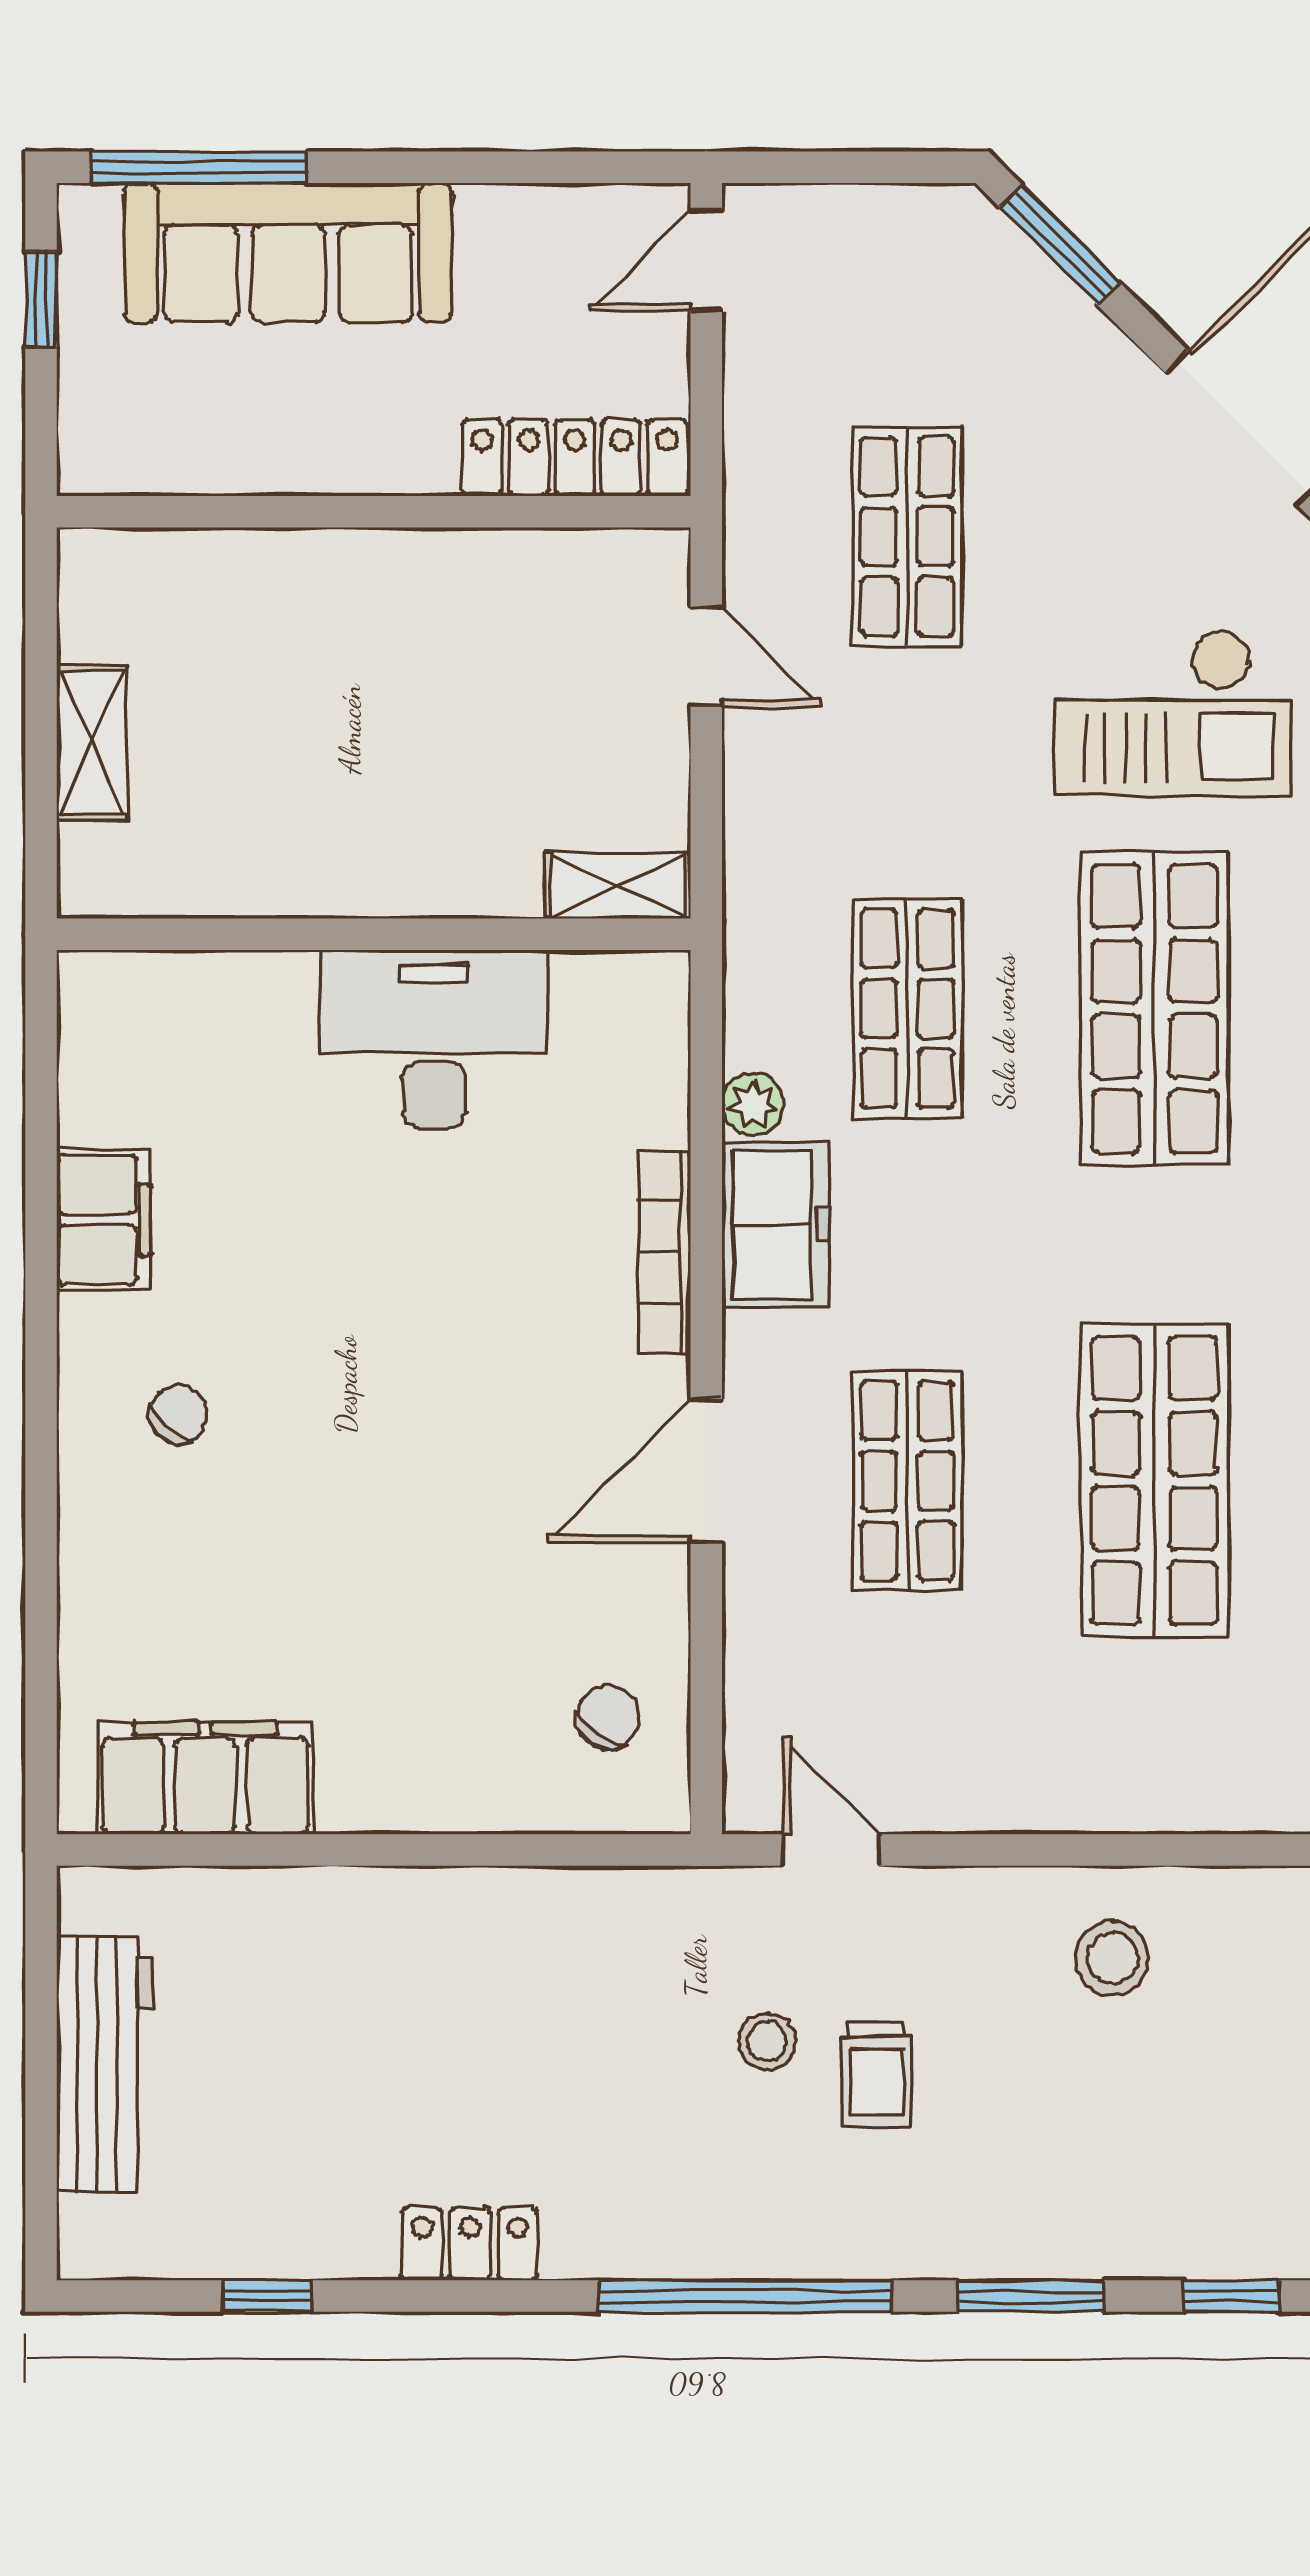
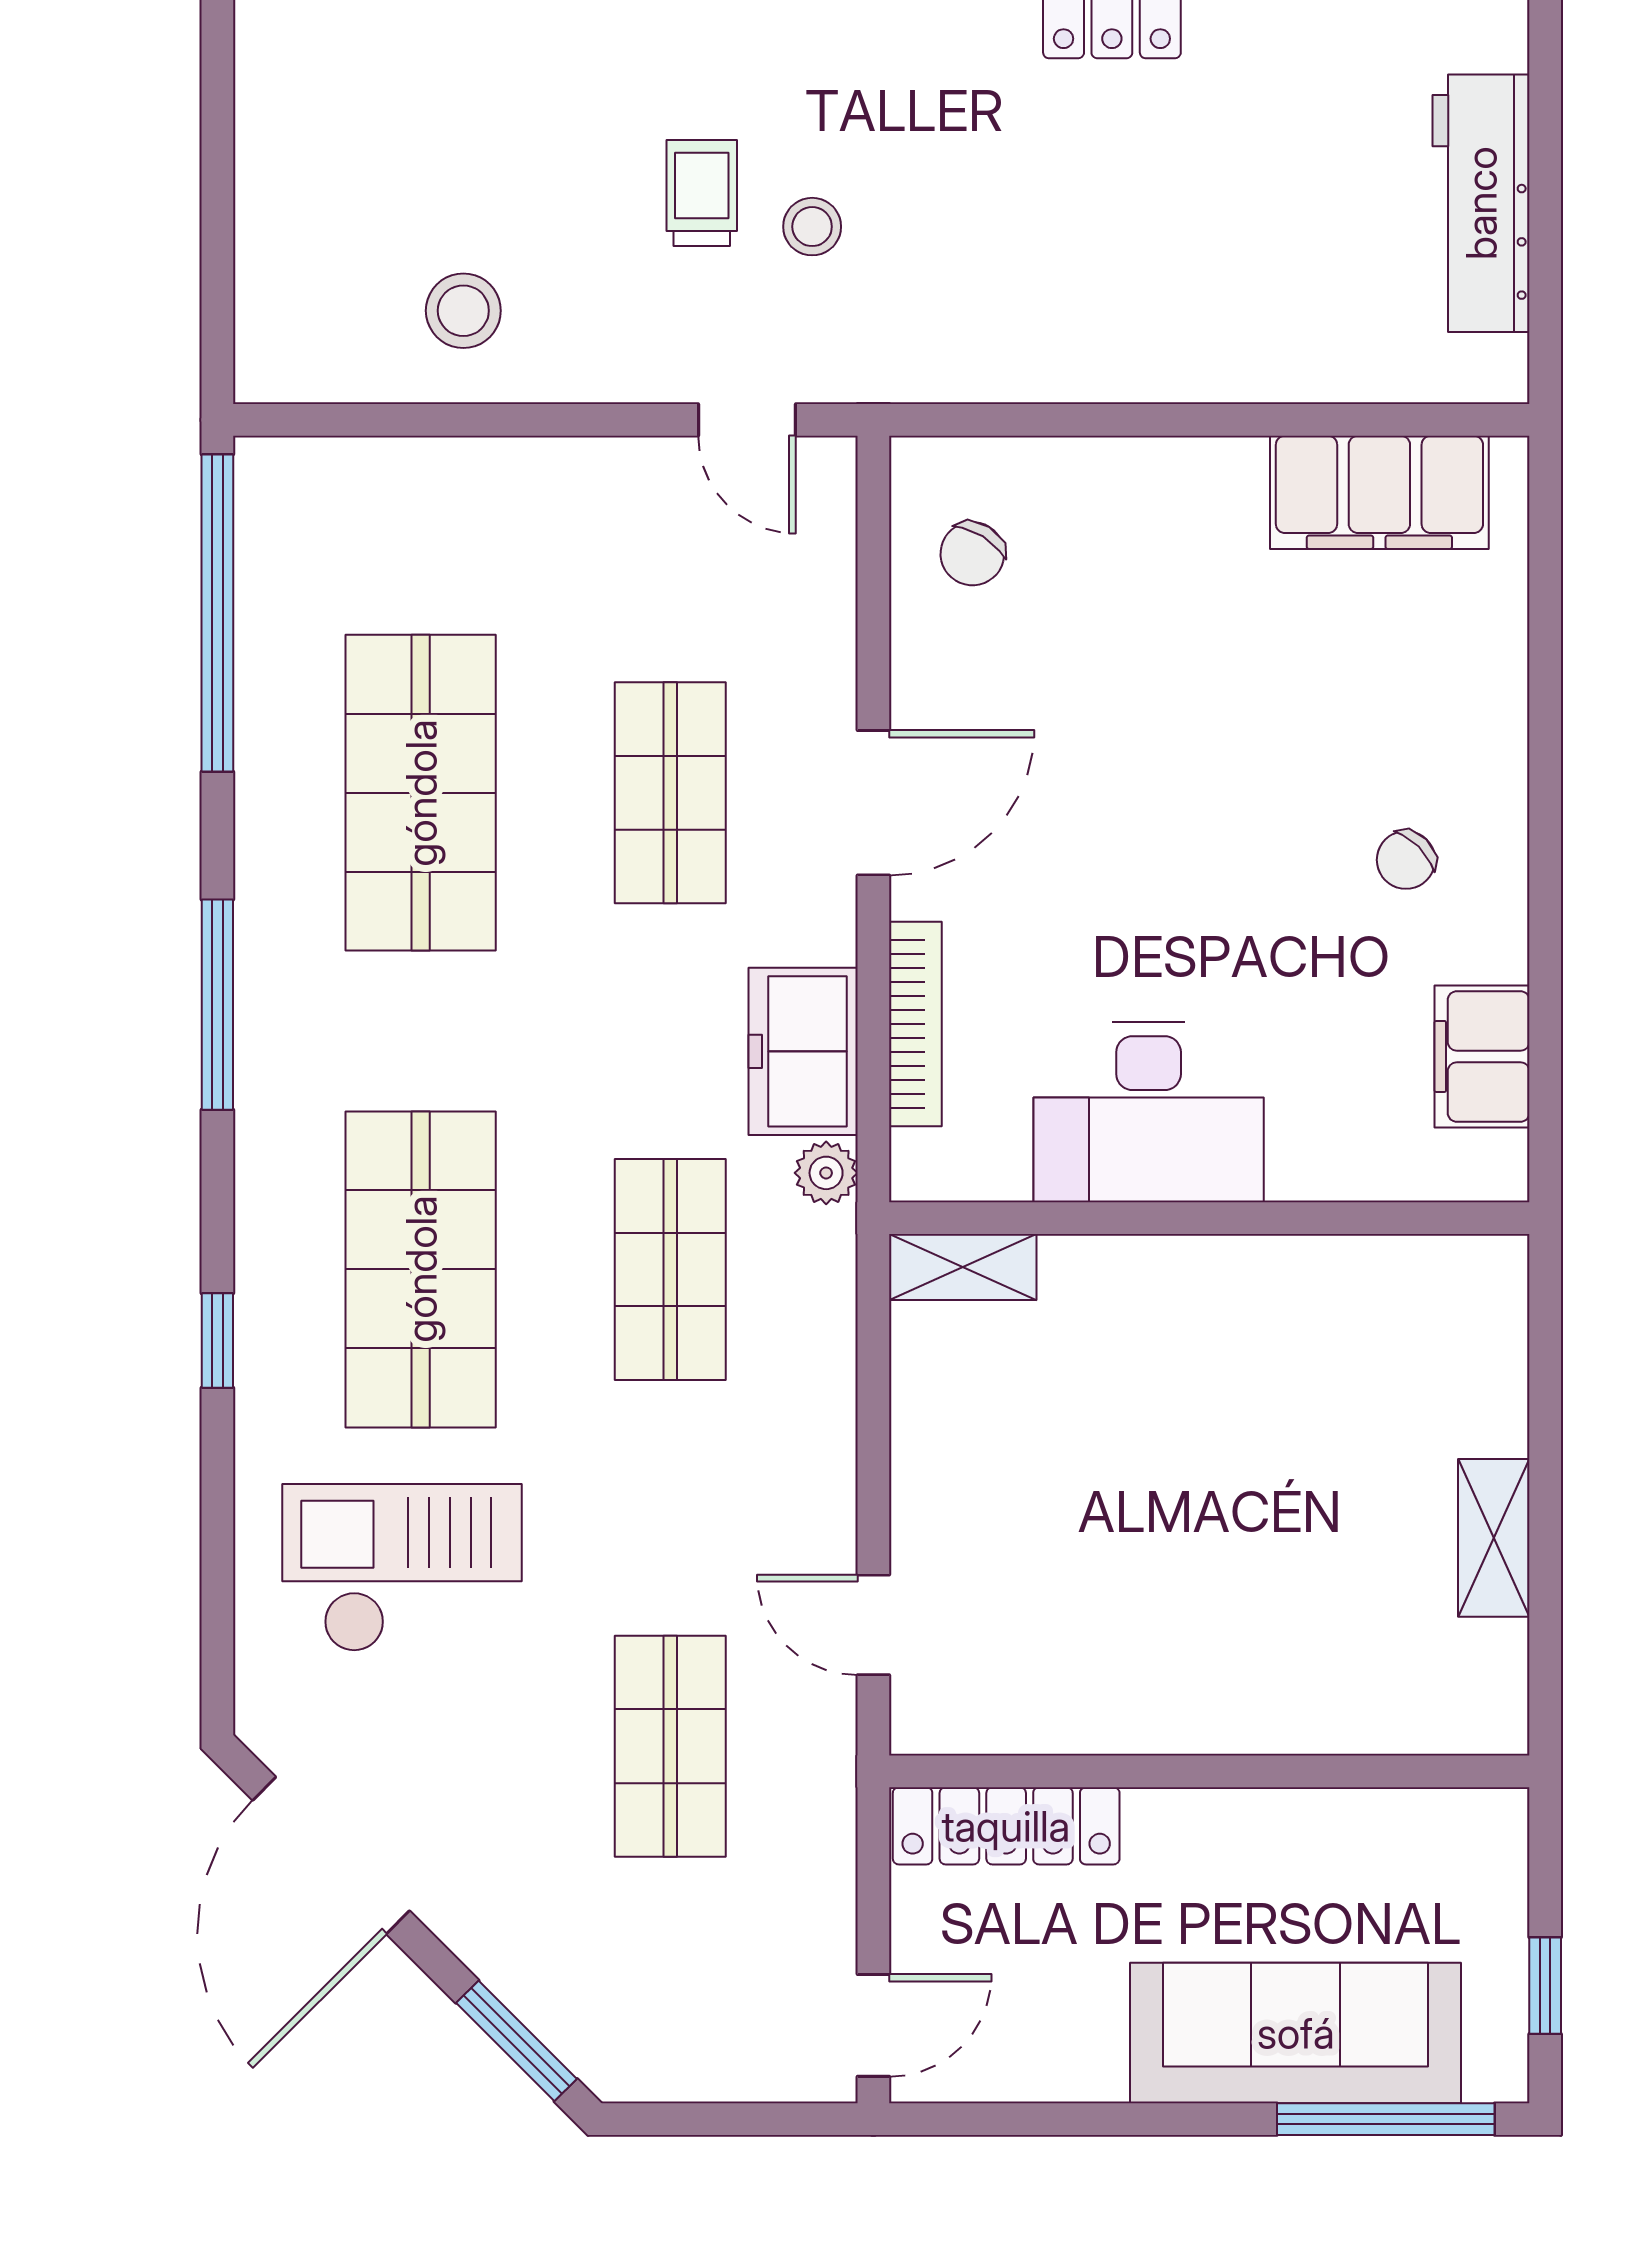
shelving: (618, 886) -> (963, 1267), moved
wall: (374, 934) -> (1209, 1218), moved
desk: (434, 1039) -> (1149, 1112), moved

